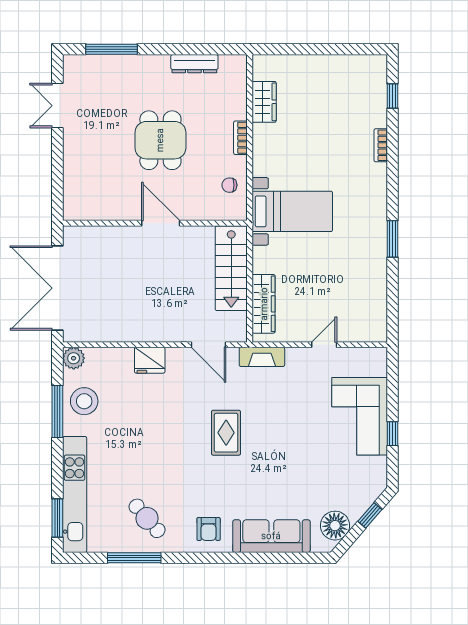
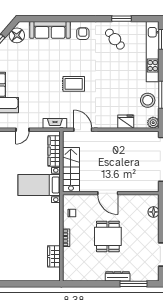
dresser: (194, 64) -> (118, 276), moved
floor lamp: (73, 187) -> (154, 212), added
bed with nightstands: (292, 211) -> (39, 185), moved
fridge: (150, 360) -> (126, 122), moved
rug: (226, 433) -> (74, 84), turned 90
window: (134, 558) -> (122, 19), width x0.69

